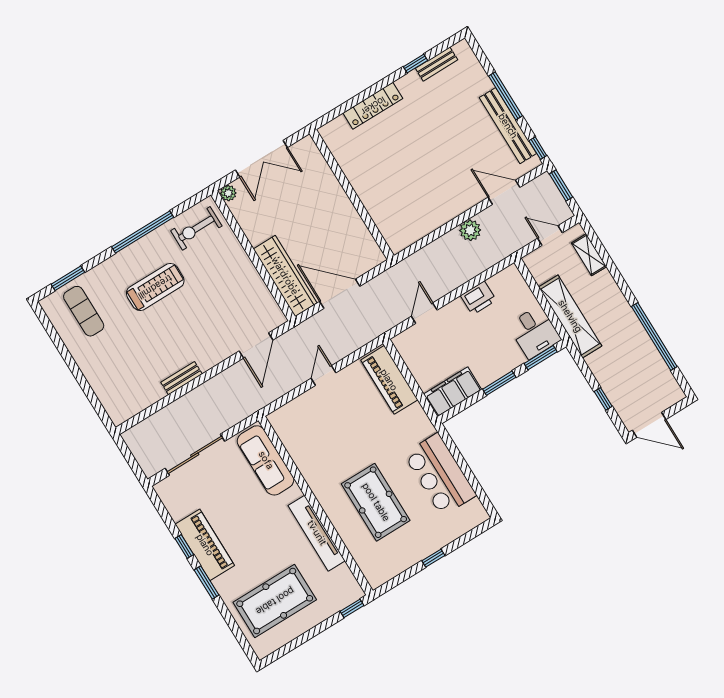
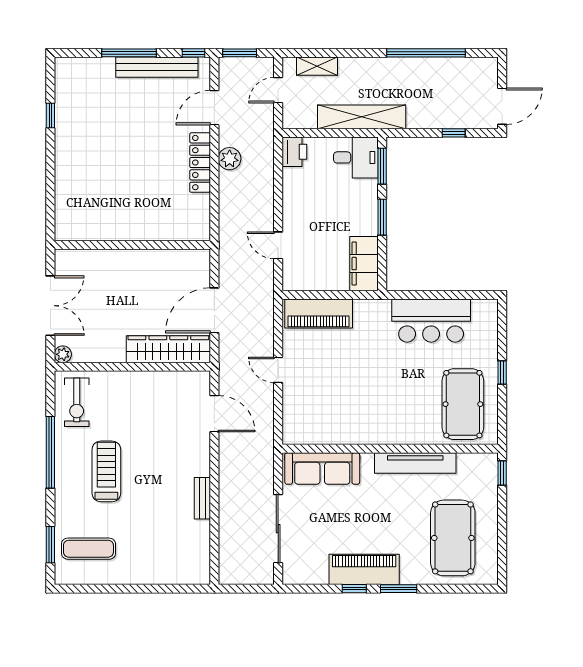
bench: (437, 64) -> (62, 97), removed
locker: (373, 106) -> (200, 163), moved, turned 180
printer: (478, 298) -> (294, 152), moved
pool table: (376, 502) -> (463, 404), moved, turned 90

